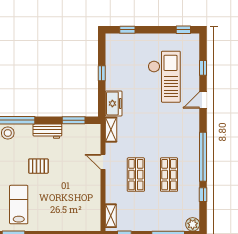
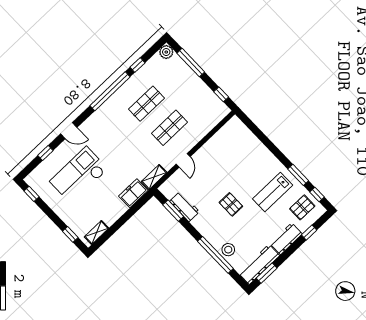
window: (102, 73) -> (120, 223), removed
workbench: (47, 131) -> (184, 207), moved
shelving: (111, 216) -> (96, 232), moved

